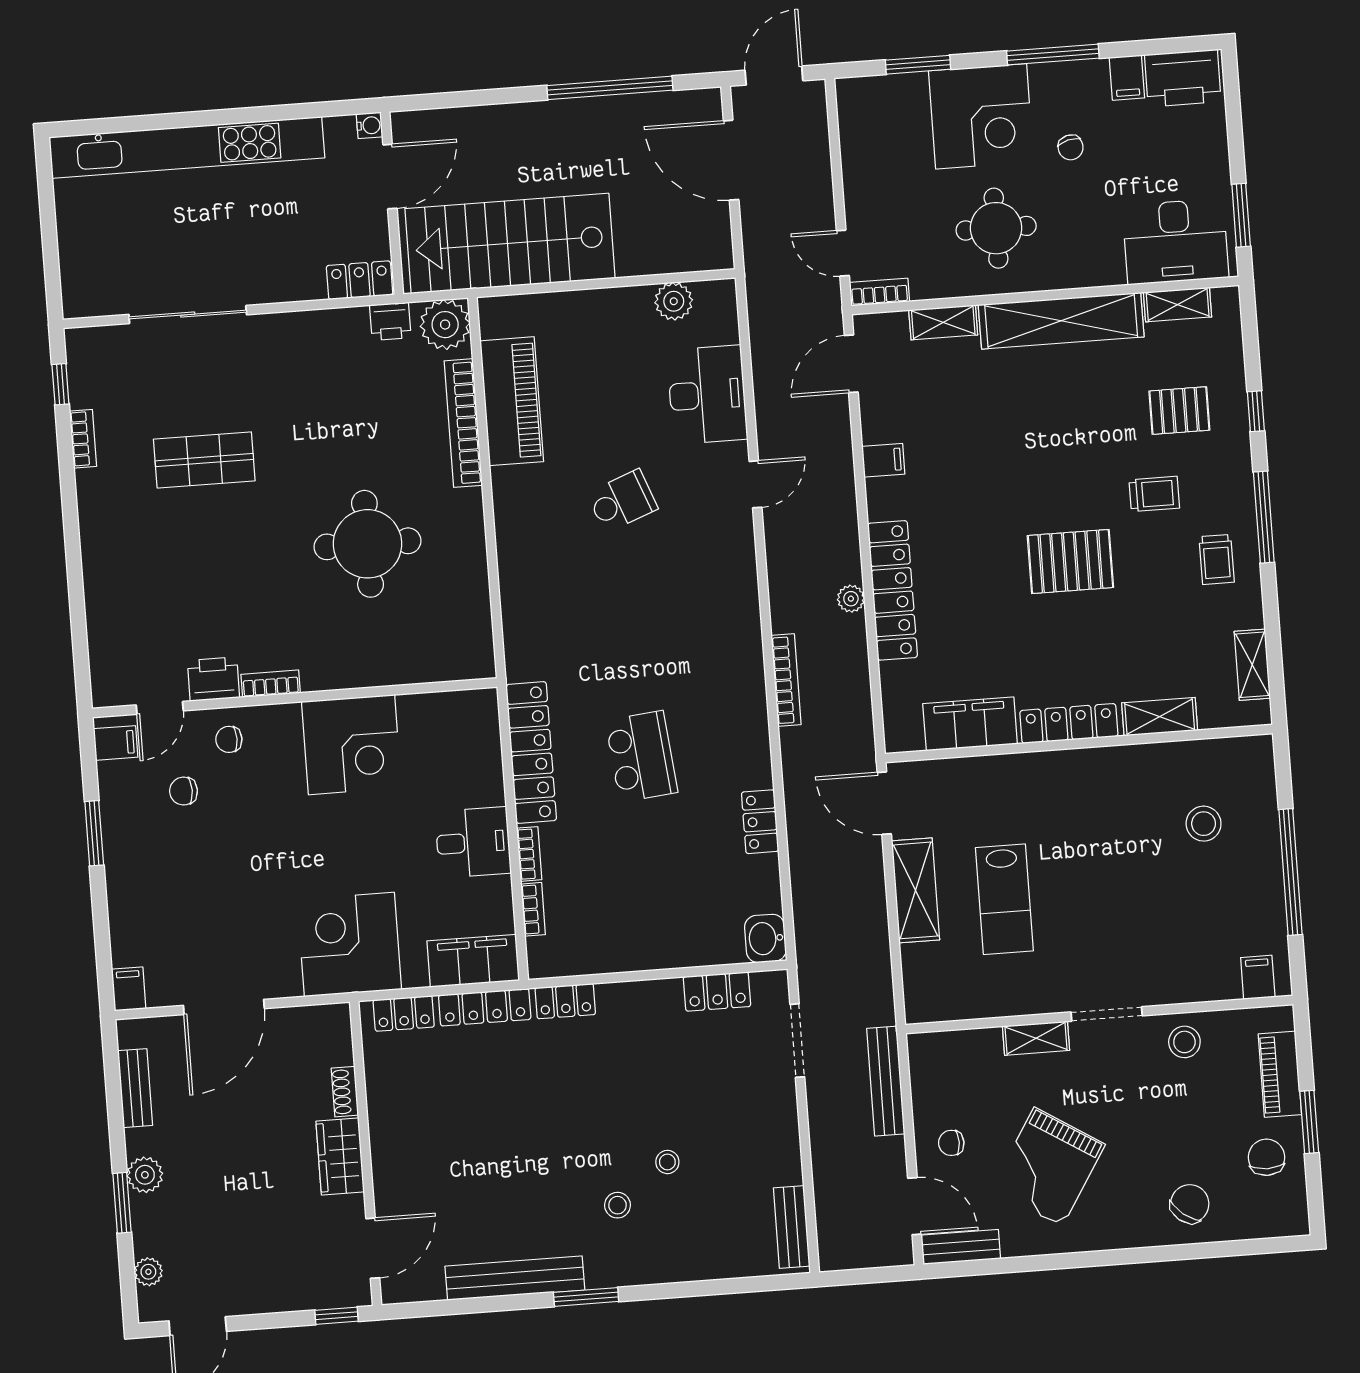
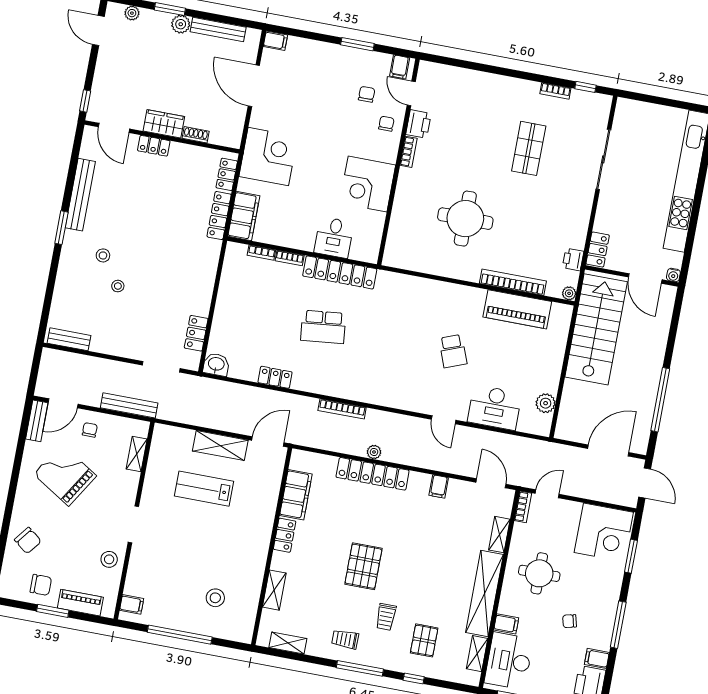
corner desk: (981, 116) -> (604, 532), moved, turned -90
filing cabinet: (1107, 265) -> (506, 624), added
plant: (445, 325) -> (569, 293), width x0.53, depth x0.53
locker: (1069, 724) -> (285, 535), width x0.66
desk: (473, 842) -> (334, 237), moved
locker: (565, 1001) -> (154, 146), moved, turned -90
shelving: (1036, 1038) -> (137, 454), moved
bench: (135, 1088) -> (218, 29), width x1.36

